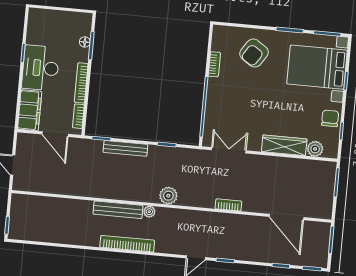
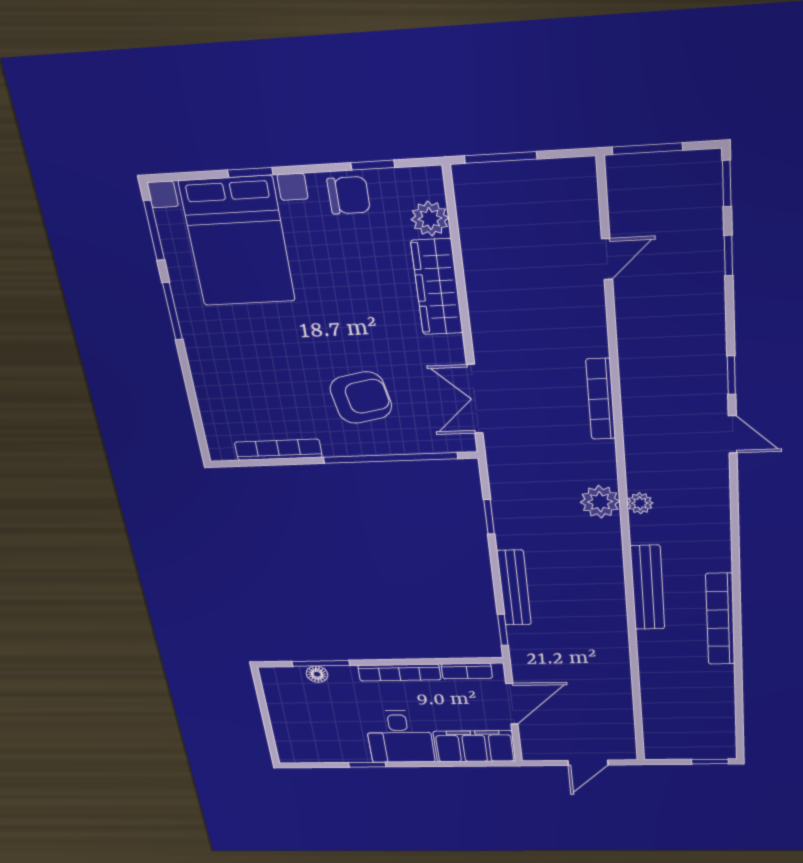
armchair: (254, 53) -> (361, 398), moved, turned -45
bookcase: (214, 64) -> (278, 450), width x1.56
desk: (41, 68) -> (400, 737), width x0.73
chair: (330, 118) -> (349, 195), turned 180
bookcase: (228, 205) -> (601, 399), width x1.56
plant: (149, 212) -> (640, 503), moved
door: (286, 217) -> (607, 259), width x0.53
bookcase: (127, 244) -> (720, 619), moved

